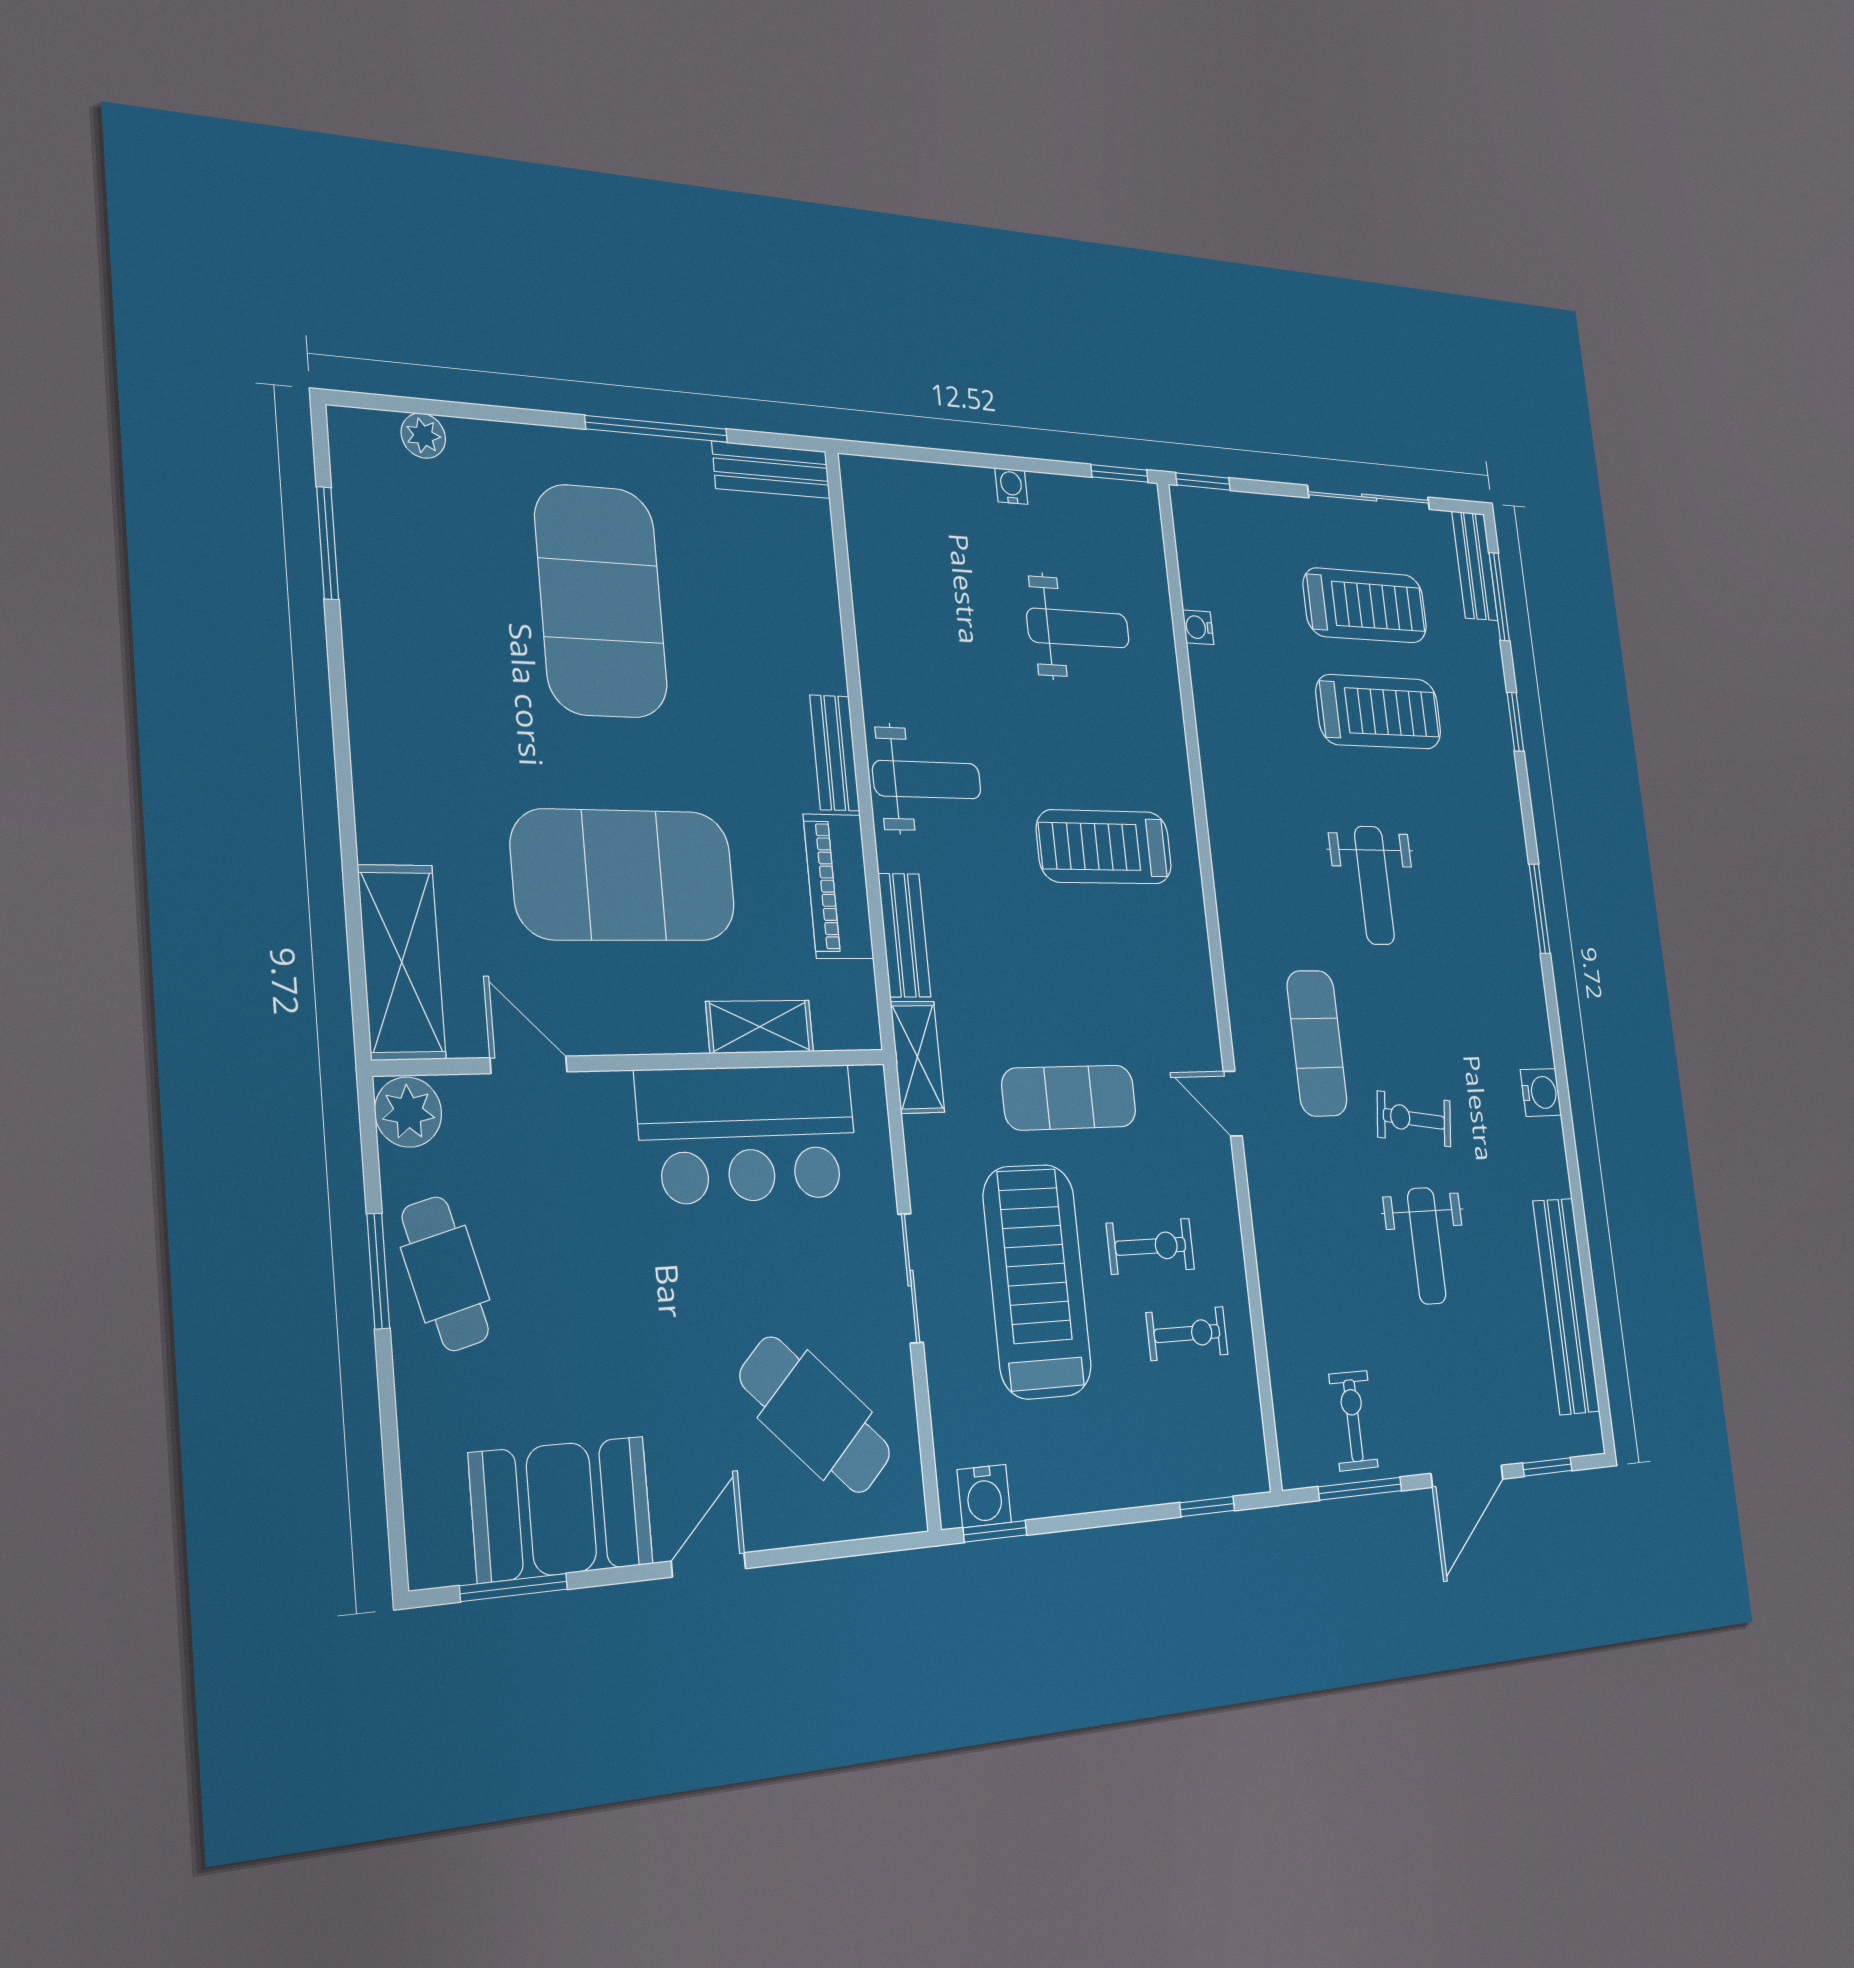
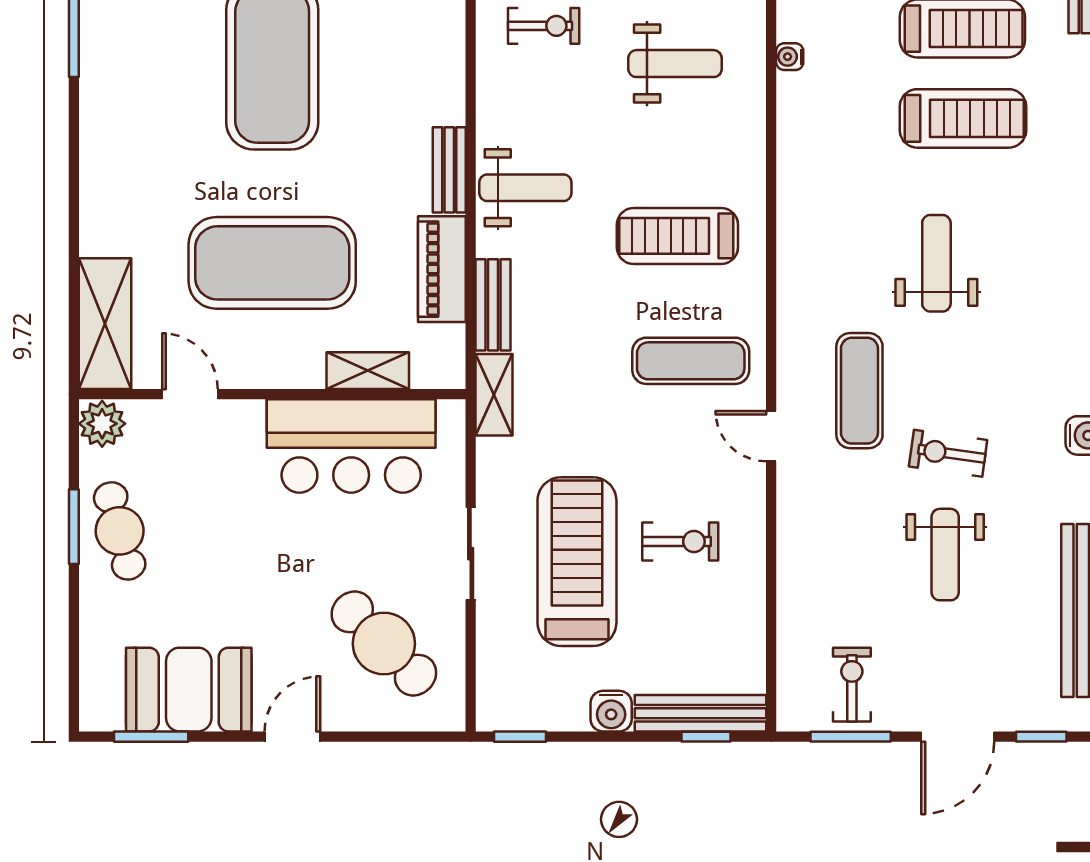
weight bench: (1374, 885) -> (936, 263), turned 180
exercise mat: (1069, 1097) -> (691, 361), moved
exercise bike: (1187, 1334) -> (544, 26), moved
bench: (1198, 1475) -> (701, 713), added
water cooler: (984, 1496) -> (611, 711), moved

